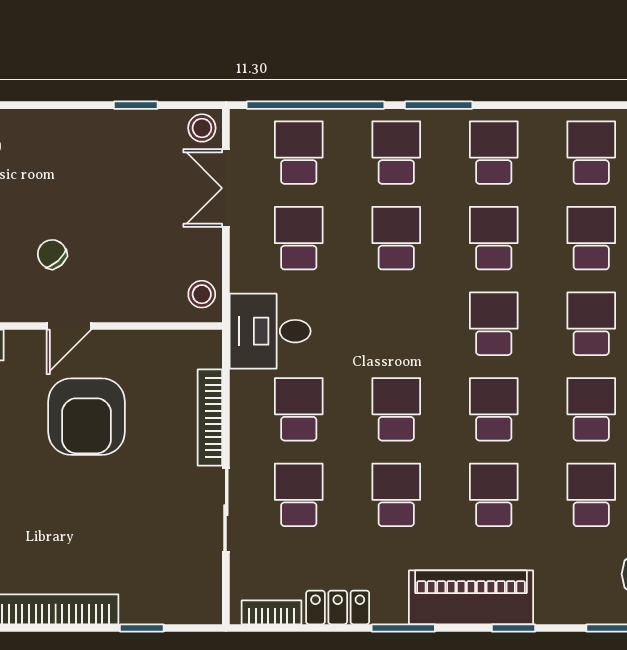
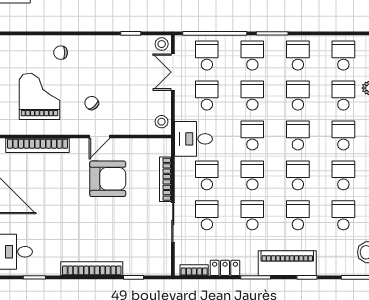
school desk: (396, 324) -> (252, 135), added
armchair: (86, 417) -> (108, 179), turned -90

